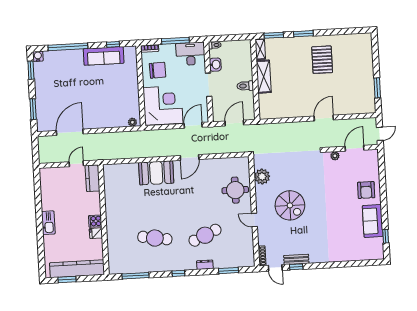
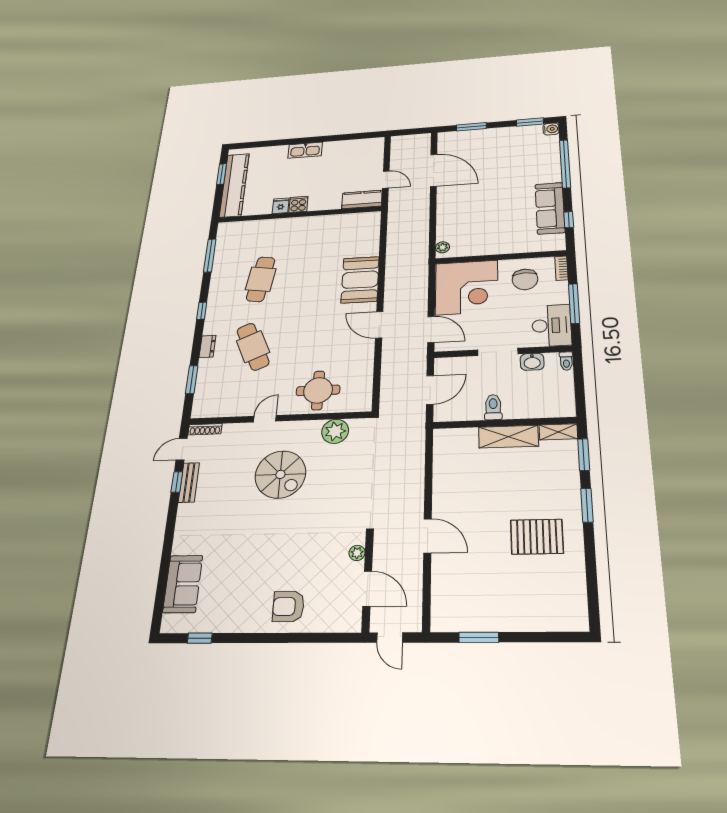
door: (234, 123) -> (430, 390), hinge flipped
spiral stairs: (290, 205) -> (280, 474), turned -90
sofa: (373, 221) -> (183, 584), moved, turned 90

